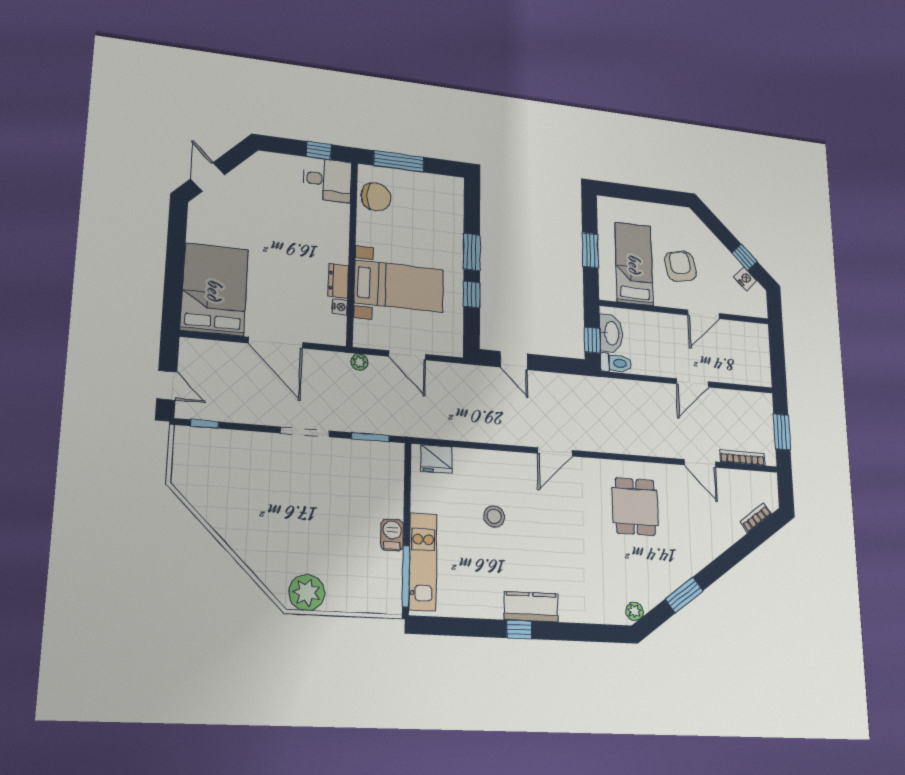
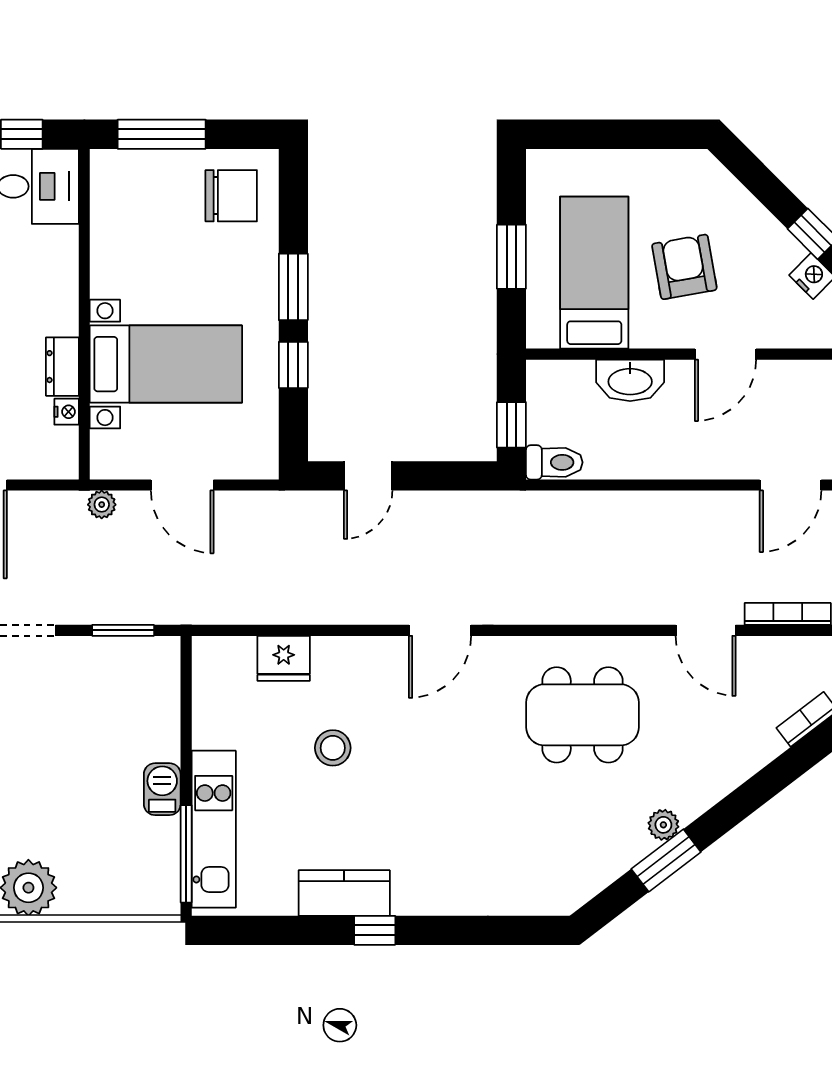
chair: (376, 197) -> (231, 196), moved
washbasin: (611, 333) -> (630, 380), moved, turned 90
door: (514, 361) -> (368, 476), hinge flipped
door: (692, 383) -> (791, 485), moved
fridge: (437, 459) -> (284, 658), moved
dining table: (635, 507) -> (582, 715), width x1.38
kitchen counter: (531, 607) -> (344, 893), moved
plant: (634, 611) -> (663, 825), moved

